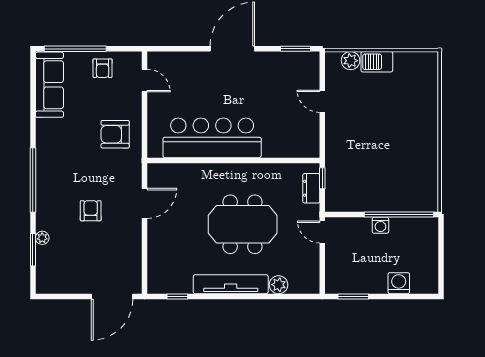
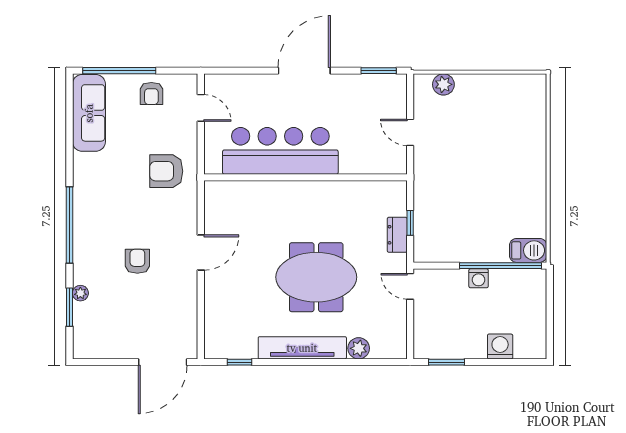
barbecue: (377, 62) -> (528, 250), moved, turned 180
bar counter: (212, 138) -> (280, 151), moved
wall: (233, 160) -> (305, 177), moved

